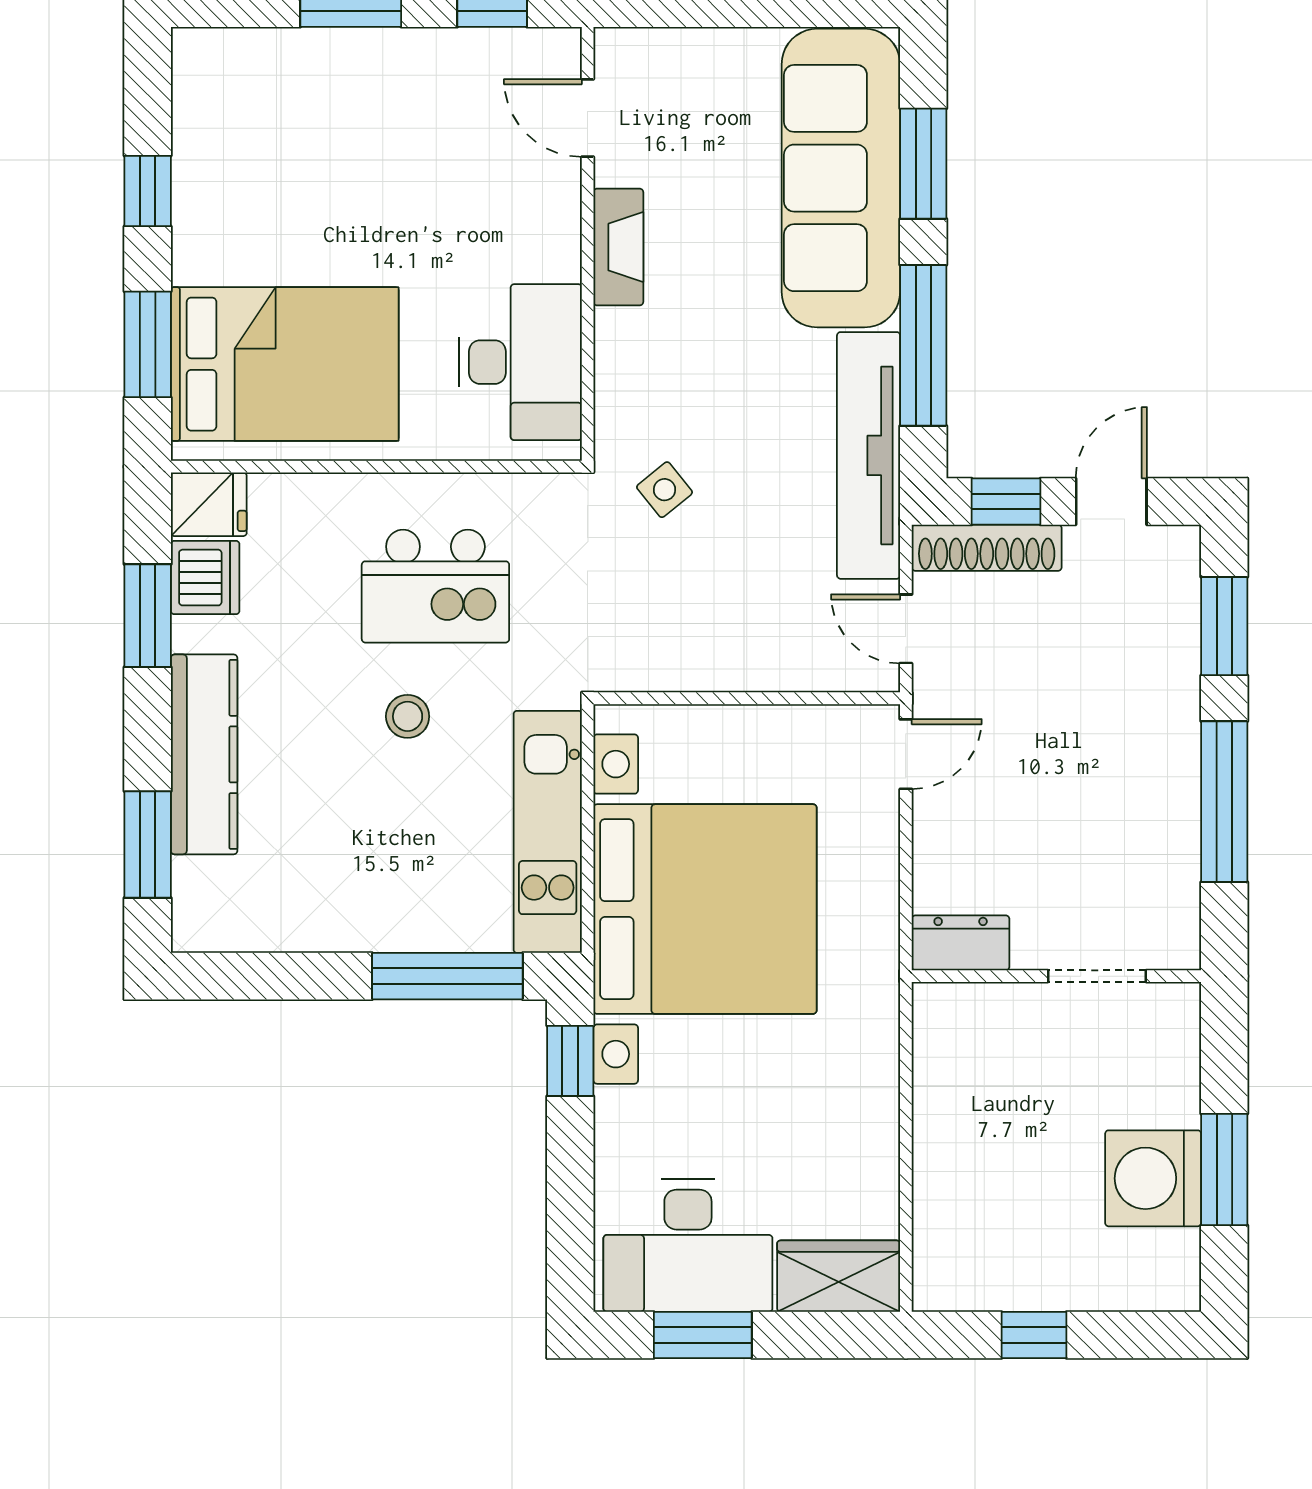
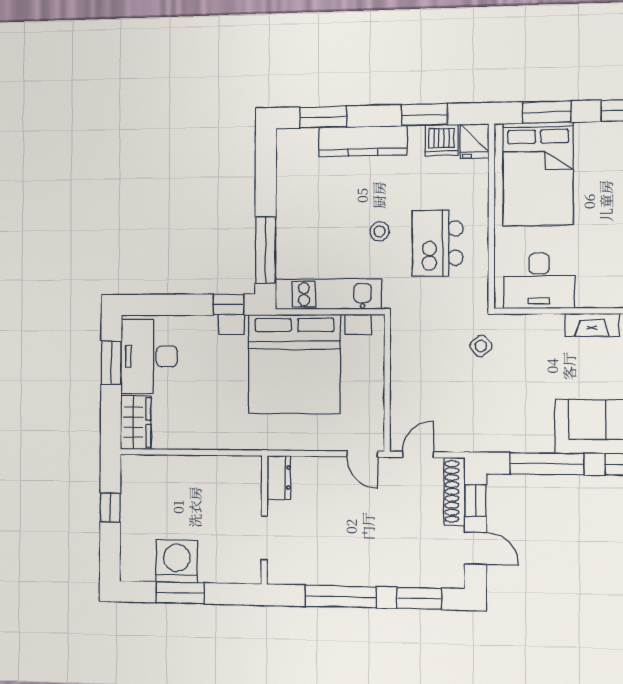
tv unit: (869, 455) -> (496, 438), removed

